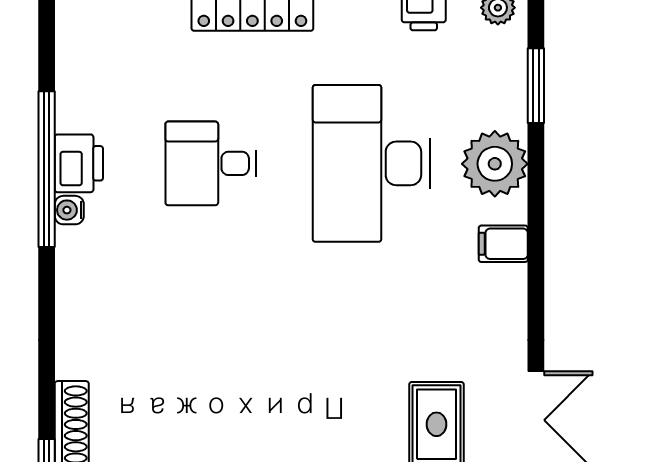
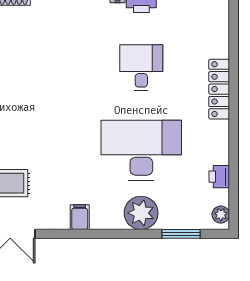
filing cabinet: (503, 244) -> (80, 217), moved

